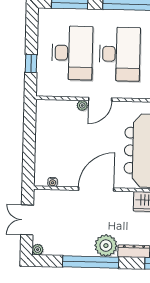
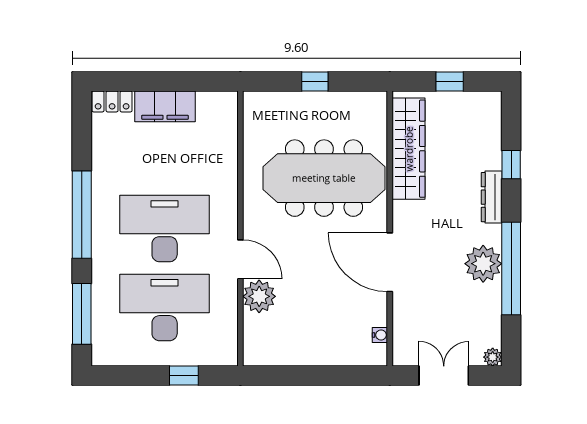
plant: (82, 105) -> (259, 296), width x1.88, depth x1.88
double door: (27, 220) -> (444, 376), swing flipped
plant: (106, 246) -> (483, 264), moved

